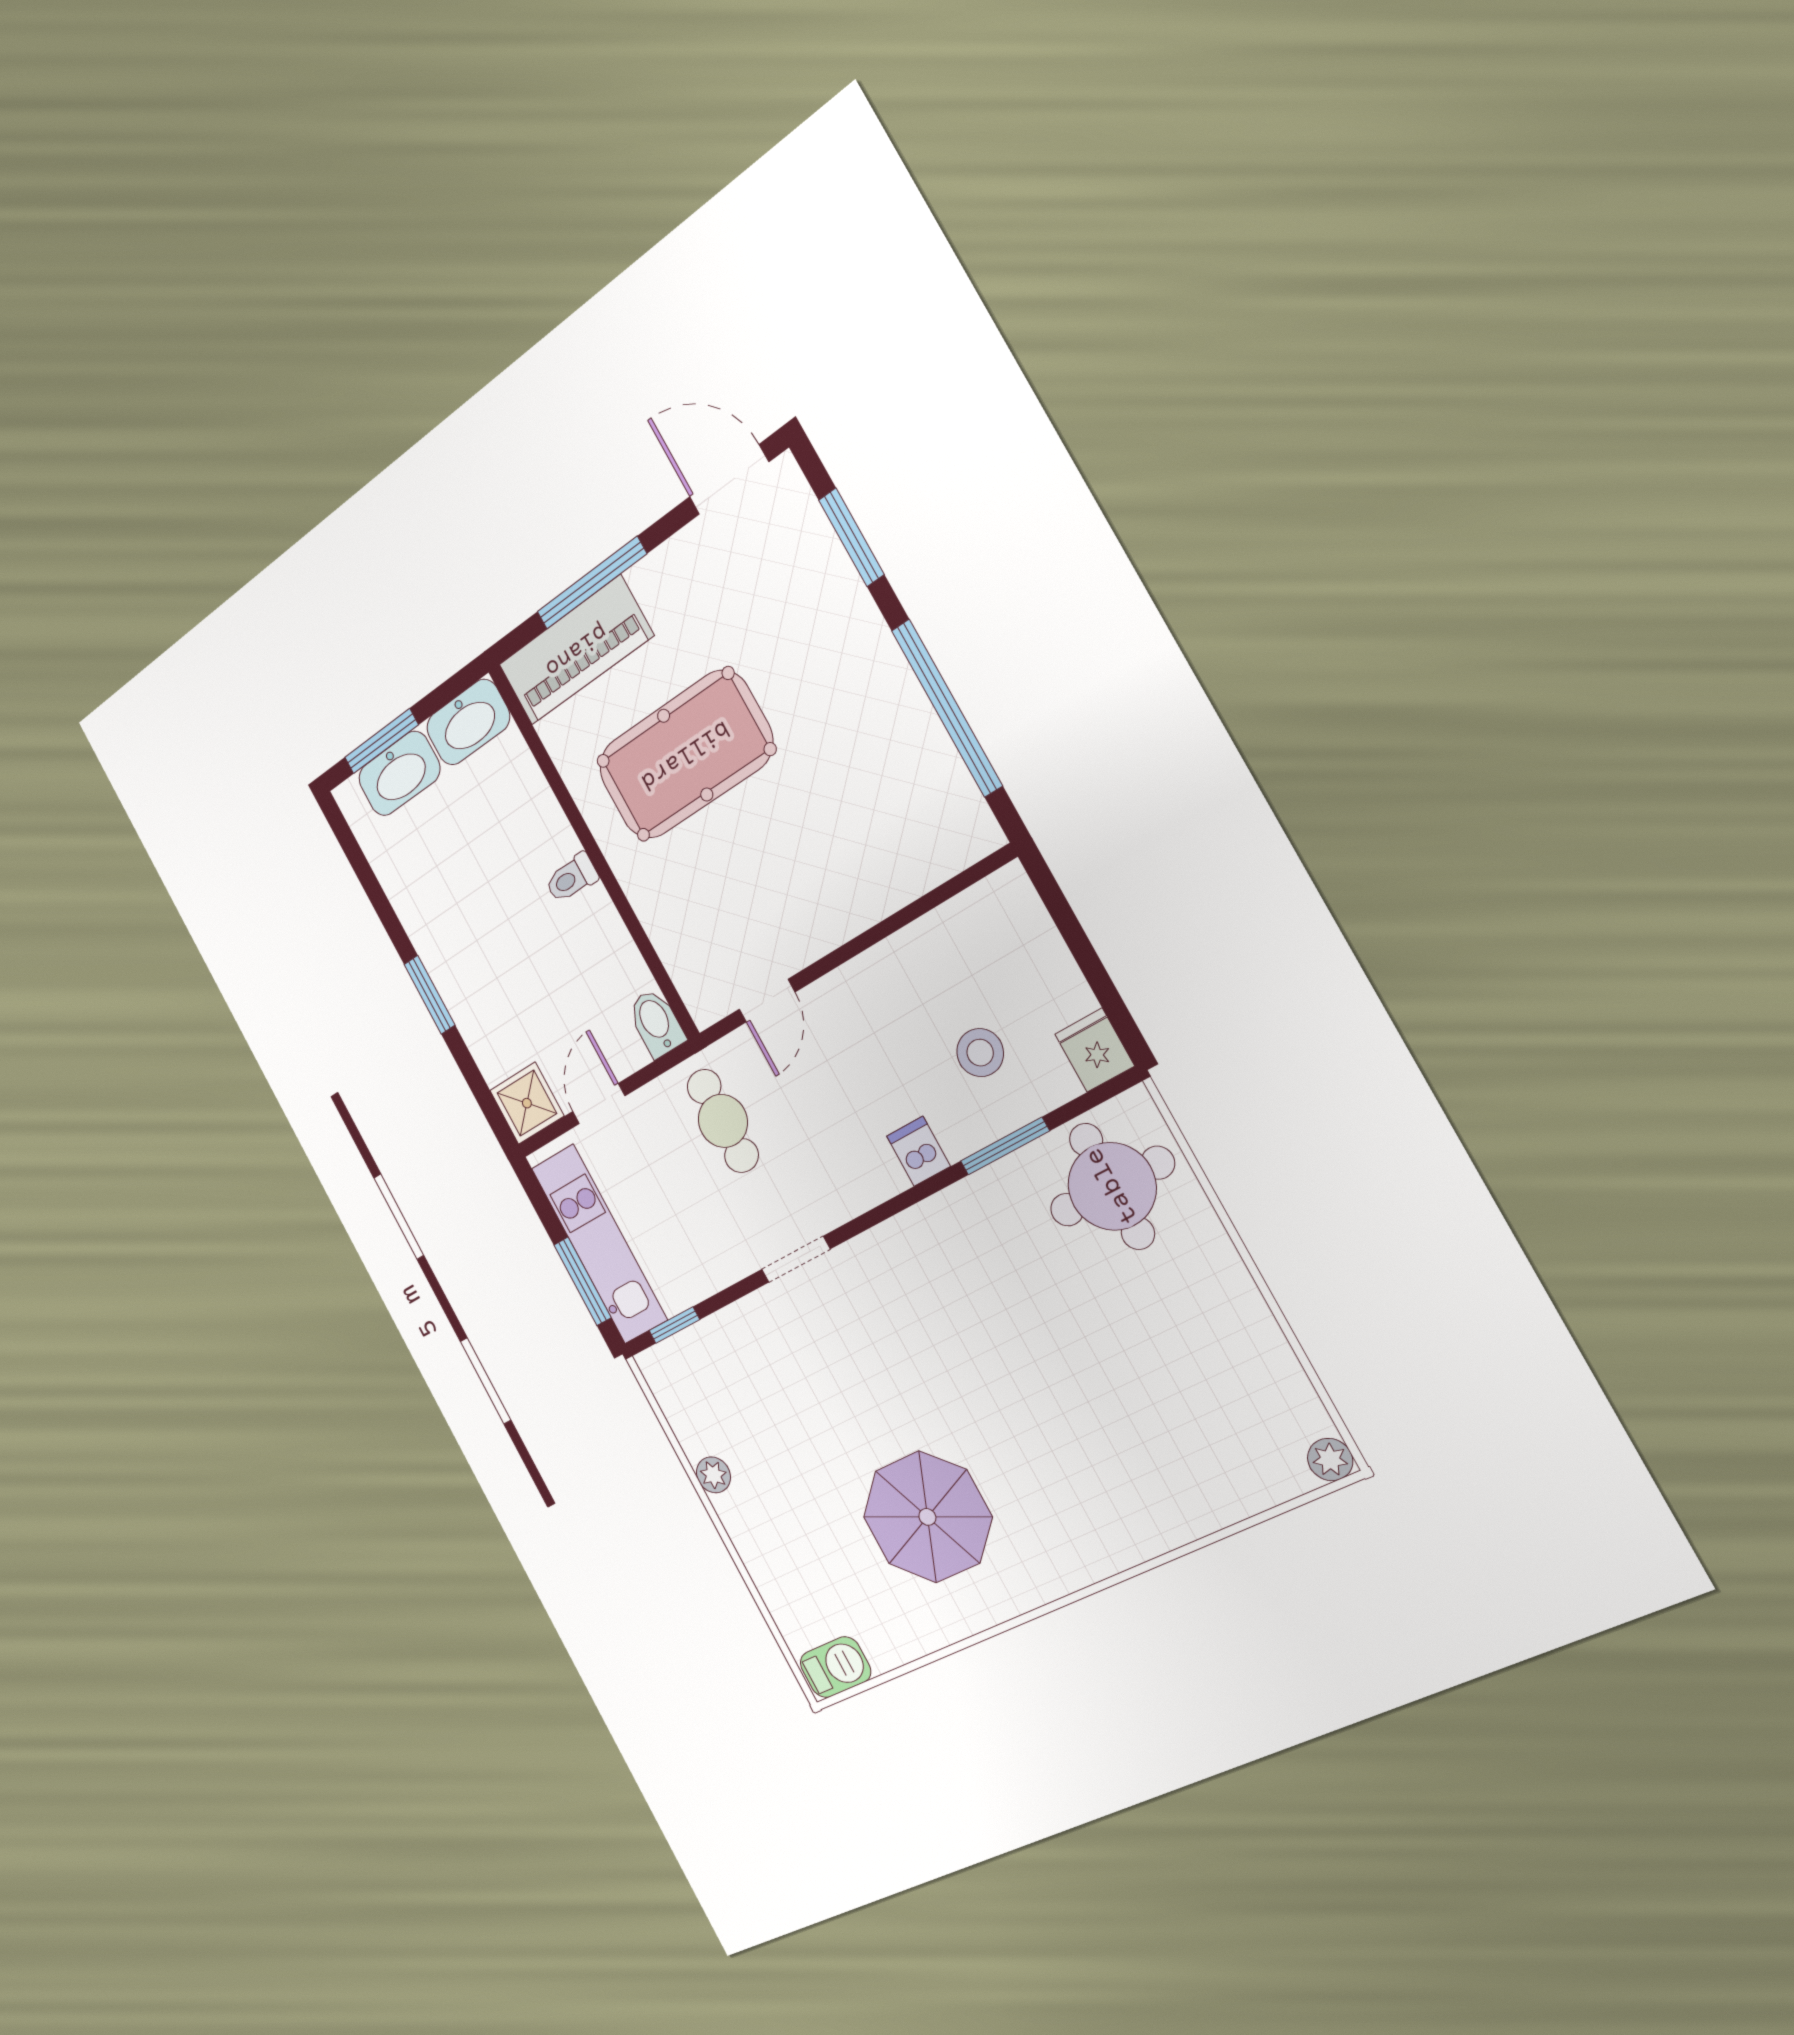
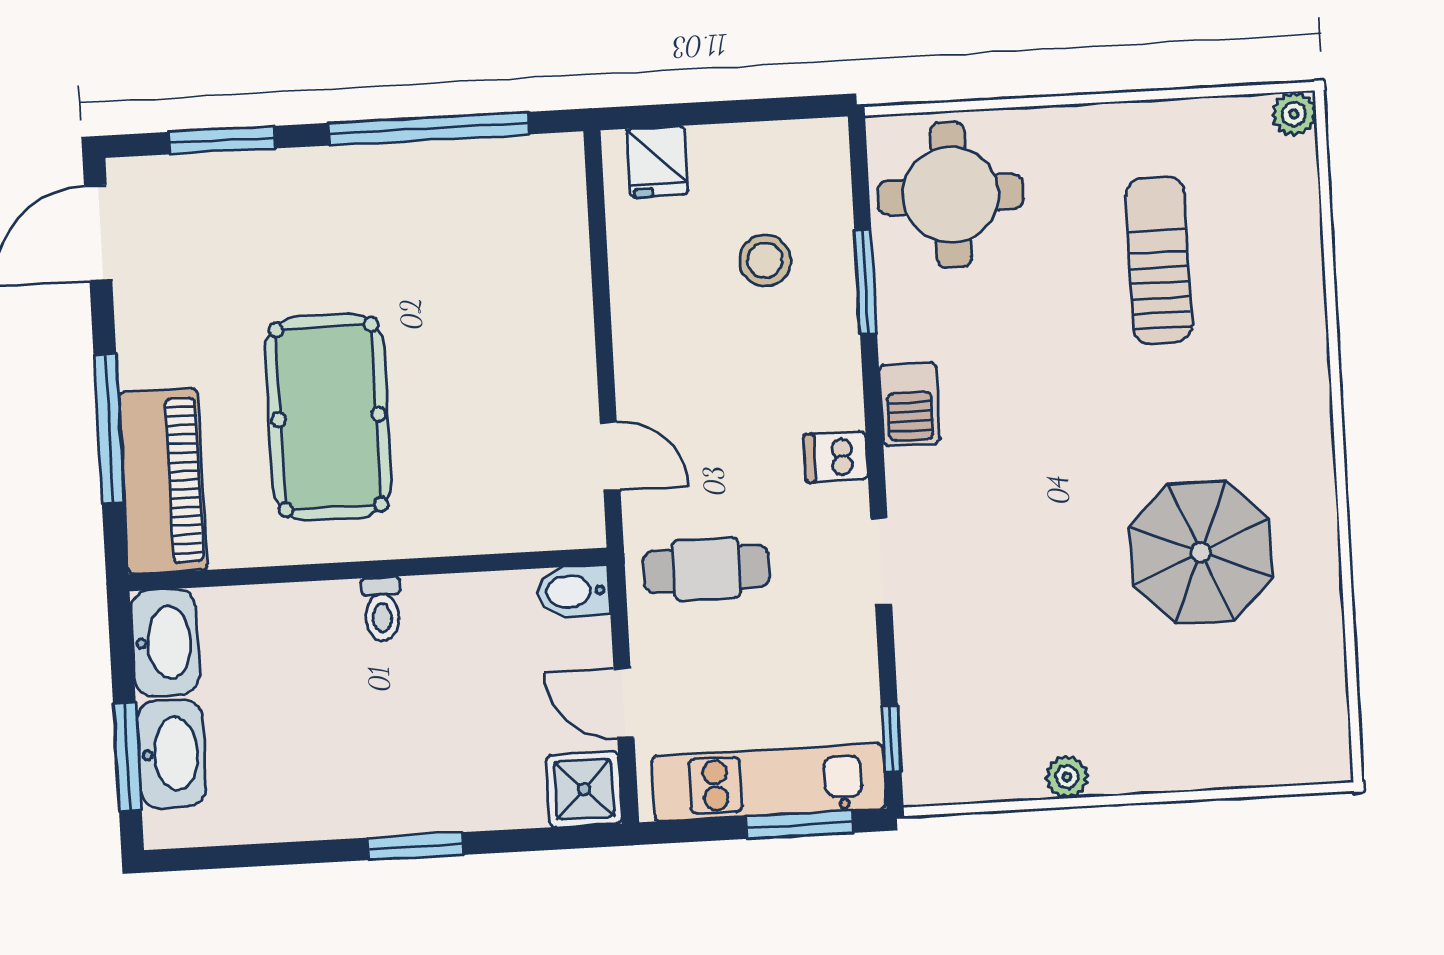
fridge: (1095, 1050) -> (657, 162), moved, turned -90
dishwasher: (918, 1151) -> (836, 457), moved
sun lounger: (1144, 1390) -> (1159, 260), added
barbecue: (835, 1667) -> (910, 404), moved, turned 180

